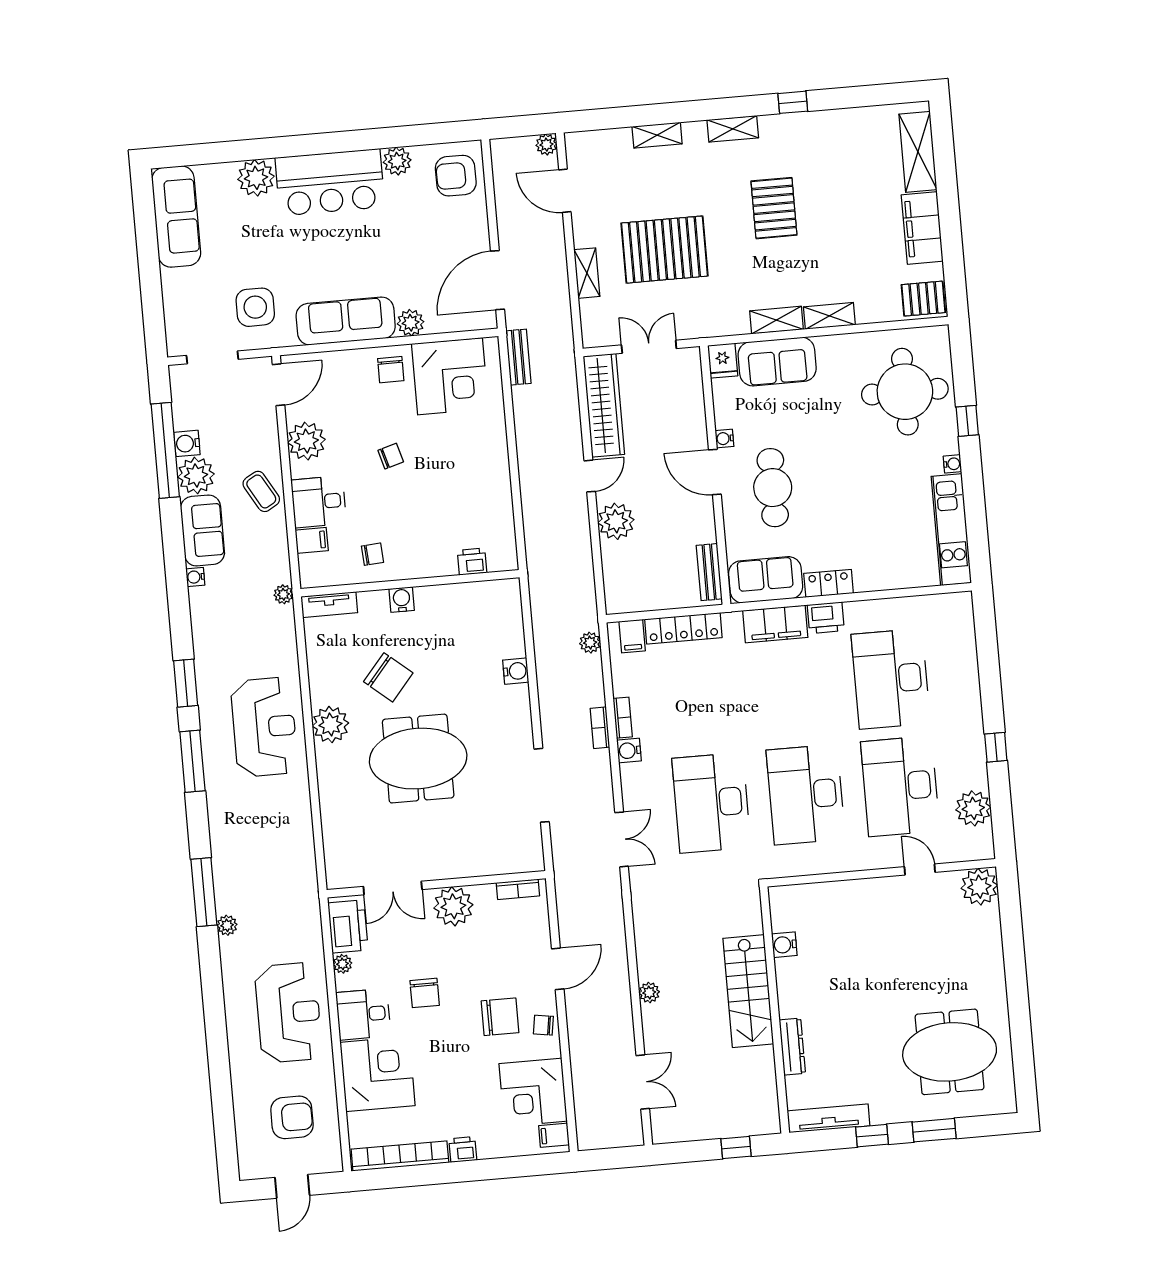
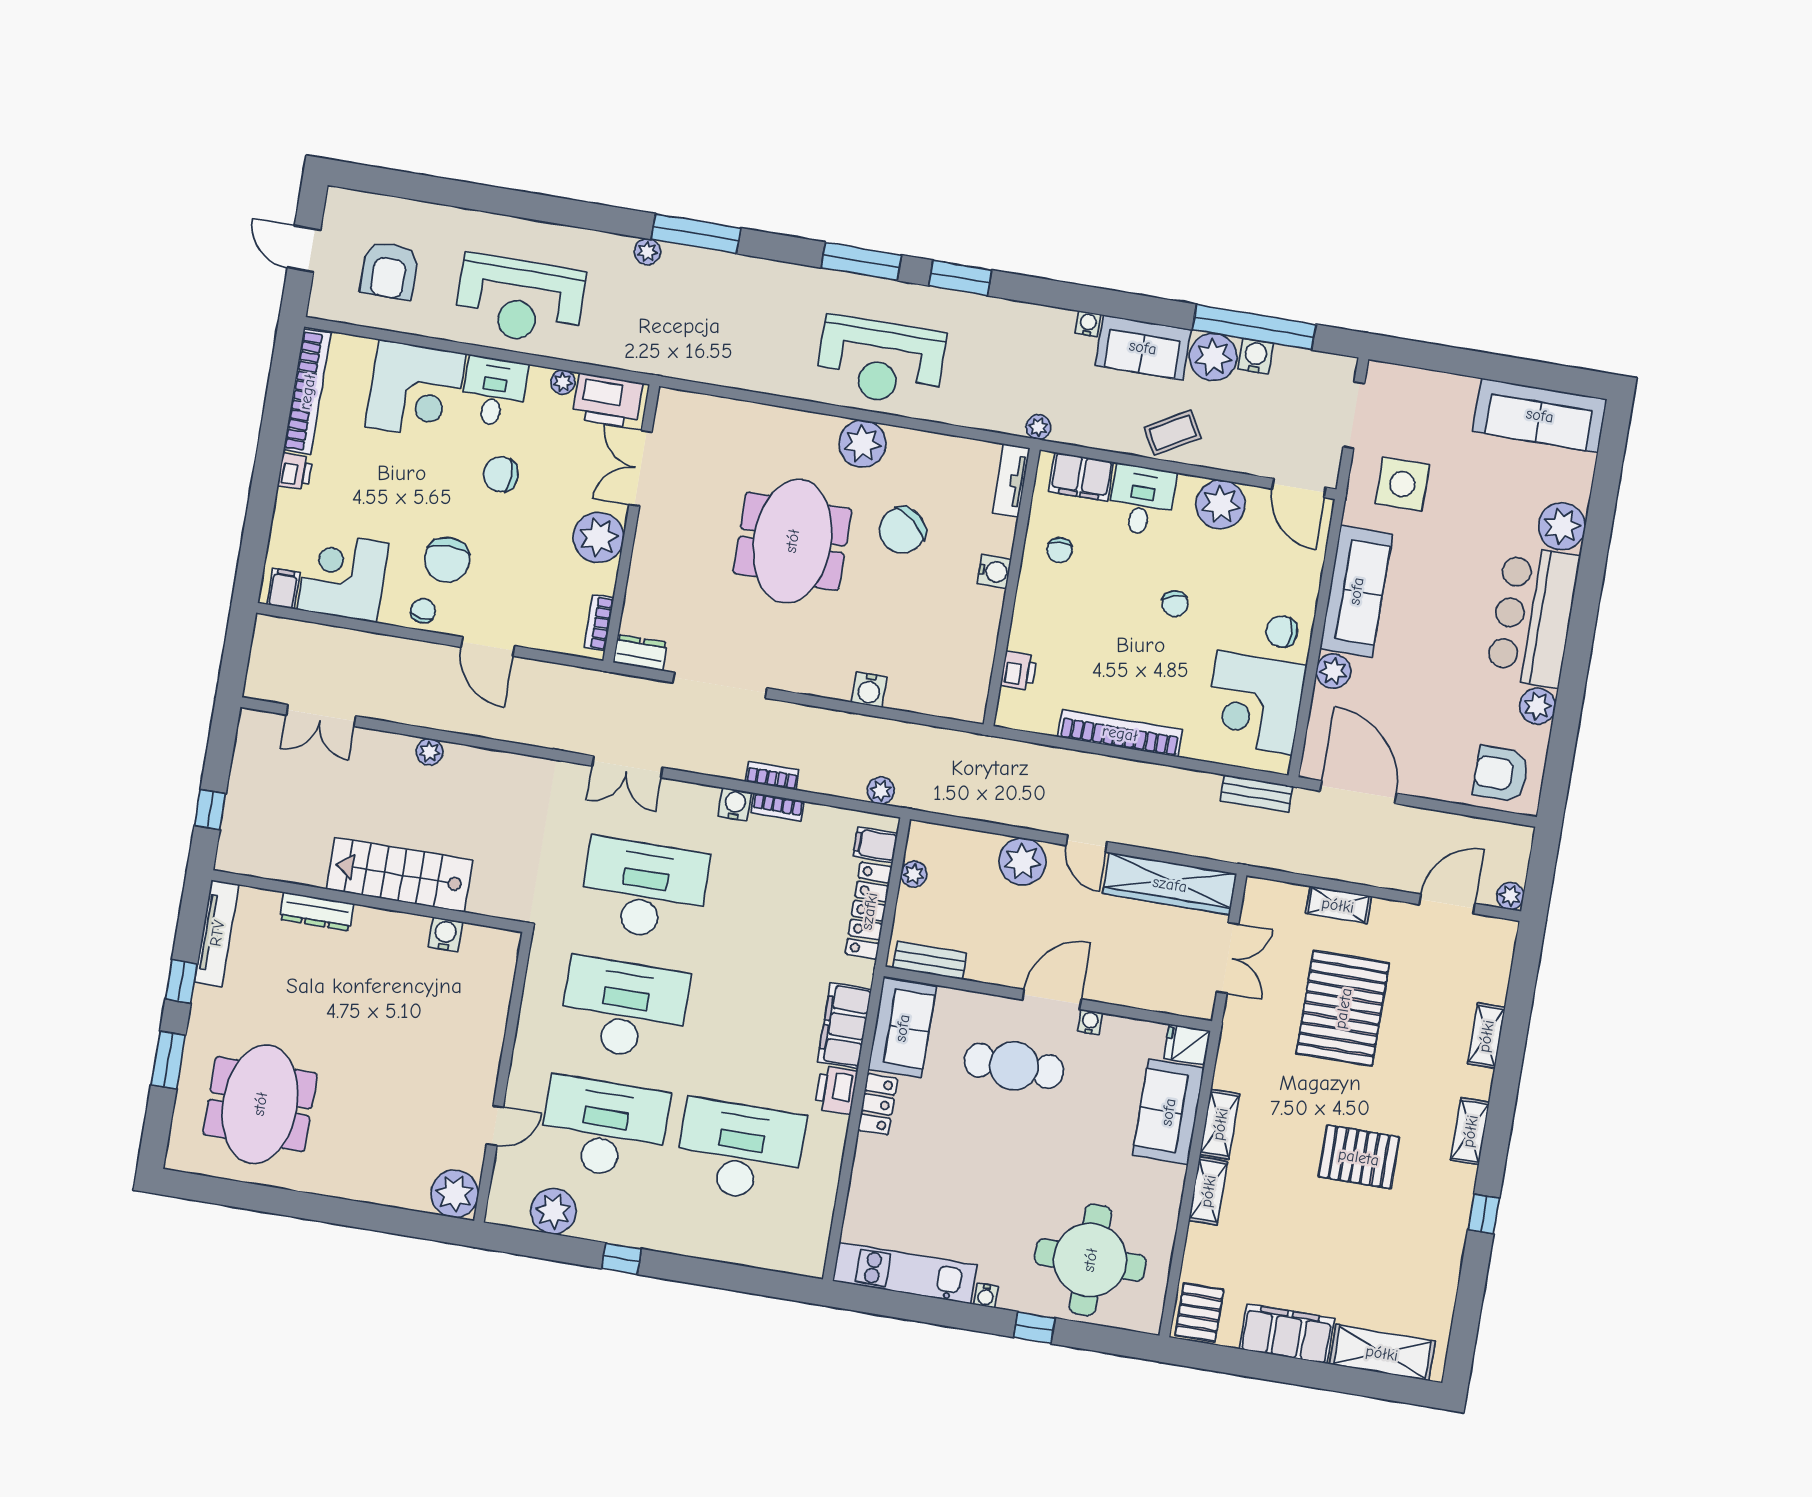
armchair: (456, 176) -> (1501, 774), turned -90
bookcase: (500, 472) -> (1120, 733), added
filing cabinet: (312, 540) -> (1081, 477), width x2.00
plant: (647, 601) -> (914, 874), added
dresser: (533, 852) -> (640, 653), added

